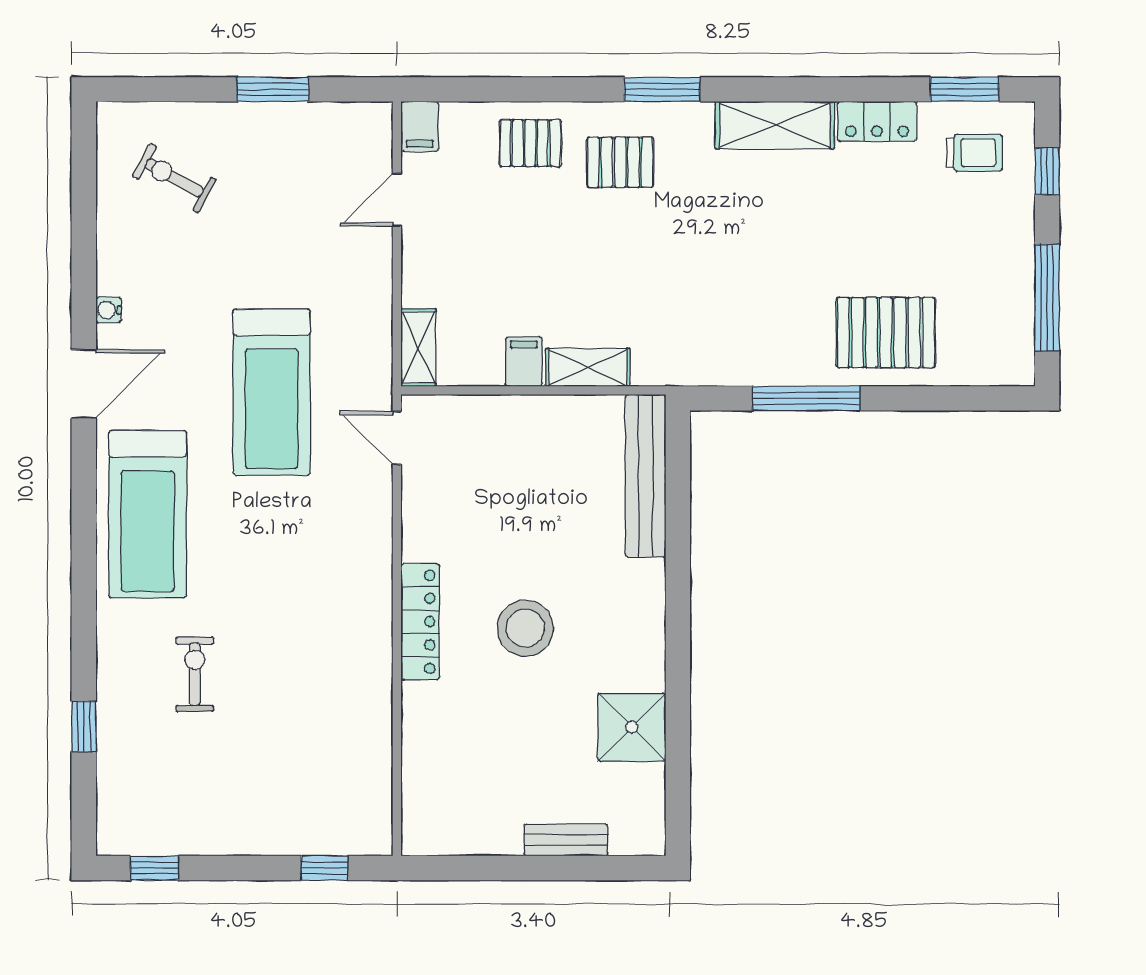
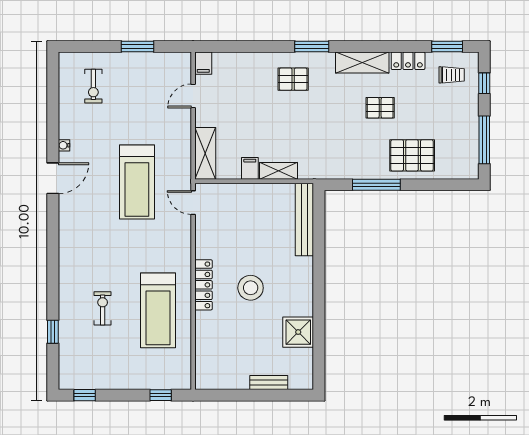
pallet: (530, 143) -> (380, 108), moved
exercise bike: (174, 178) -> (93, 86), turned -119
shelving: (418, 348) -> (205, 153), width x1.50, depth x1.33
treadmill: (148, 514) -> (158, 310), moved

